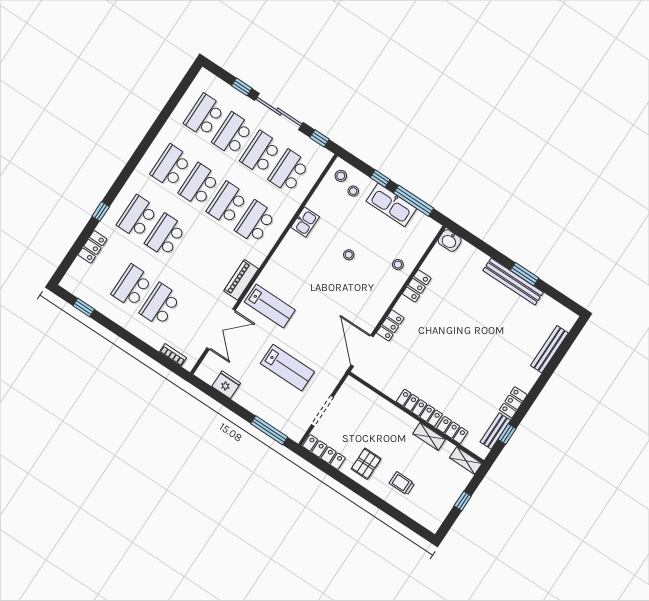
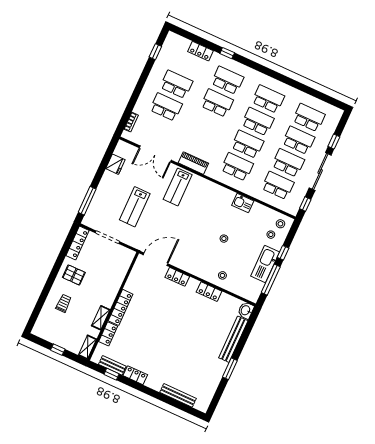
bench: (513, 281) -> (233, 339), moved

